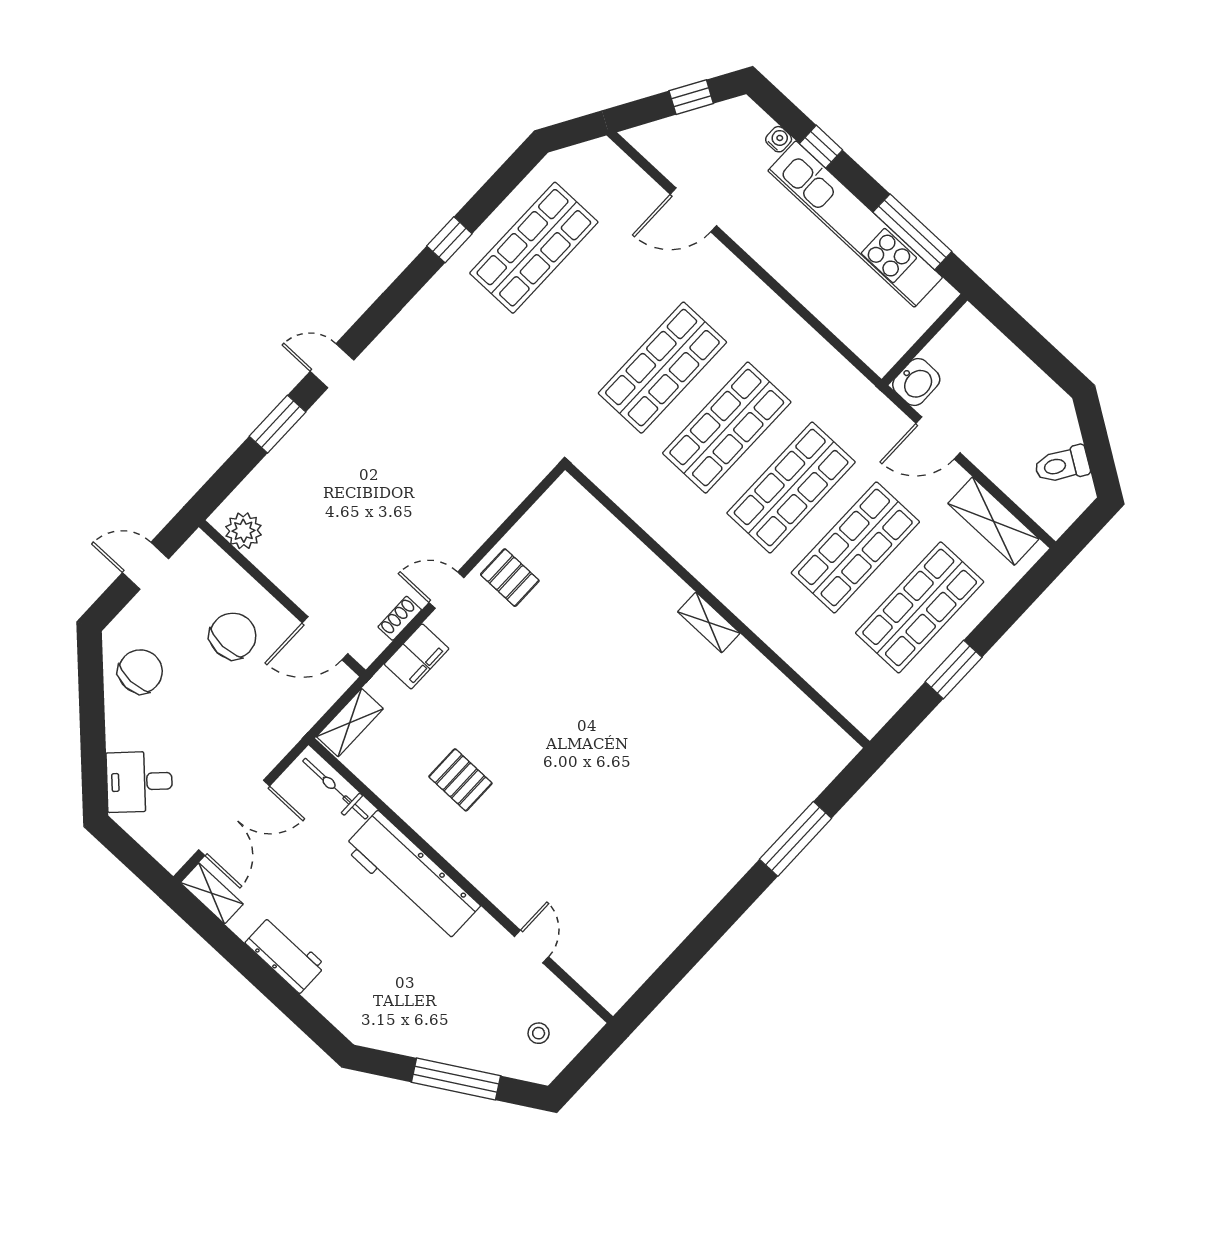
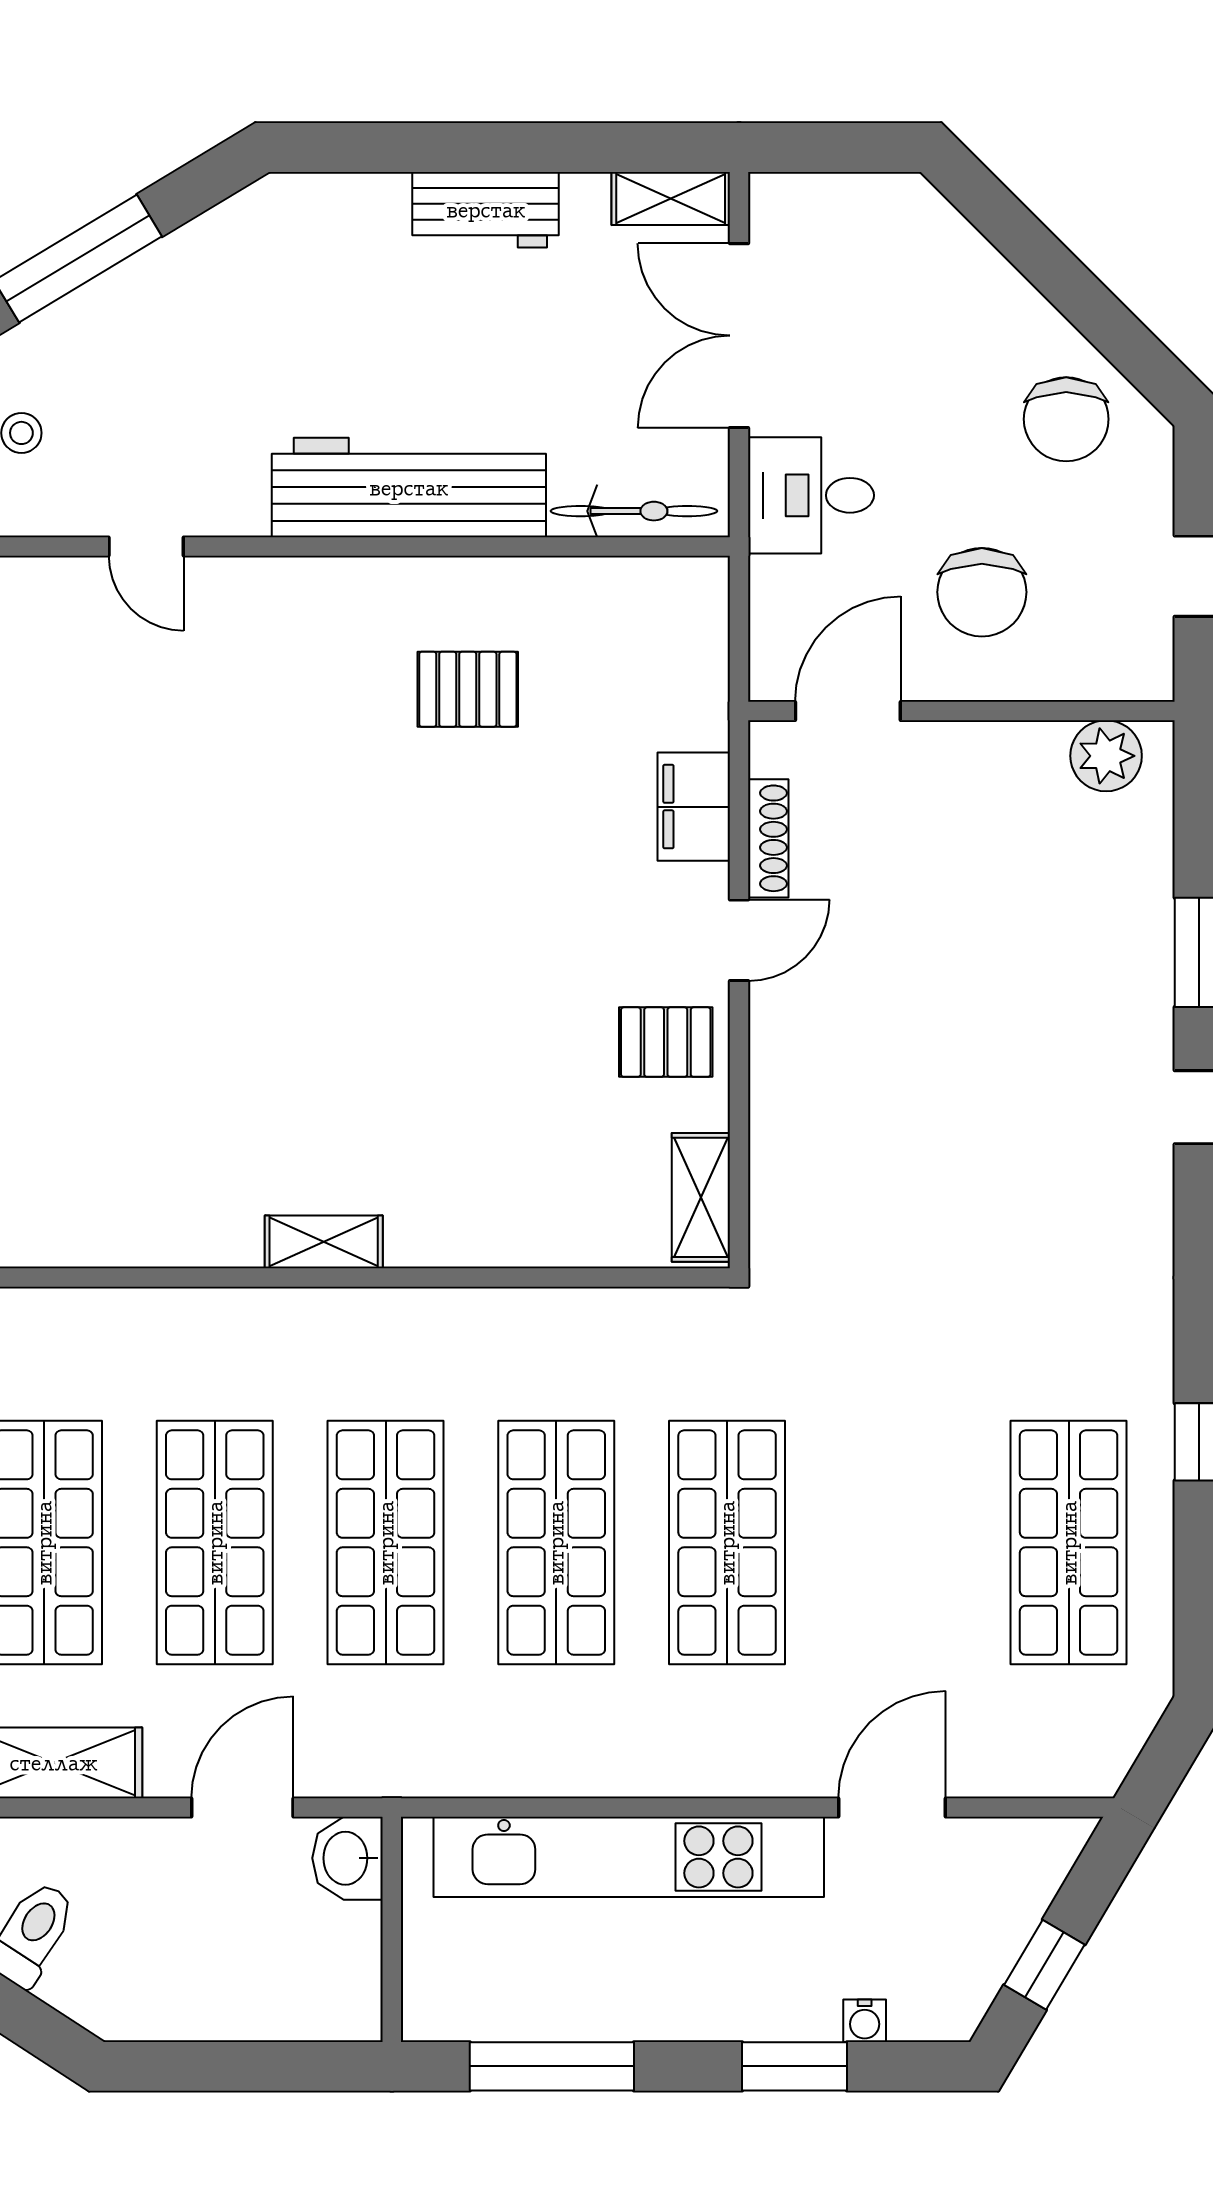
window: (821, 147) -> (794, 2066), width x1.50
kitchen unit: (855, 224) -> (629, 1857), moved, turned 180
shoe rack: (400, 618) -> (768, 838), width x1.43
shelving: (350, 723) -> (701, 1197), moved
desk: (139, 782) -> (811, 495), moved, turned -135

